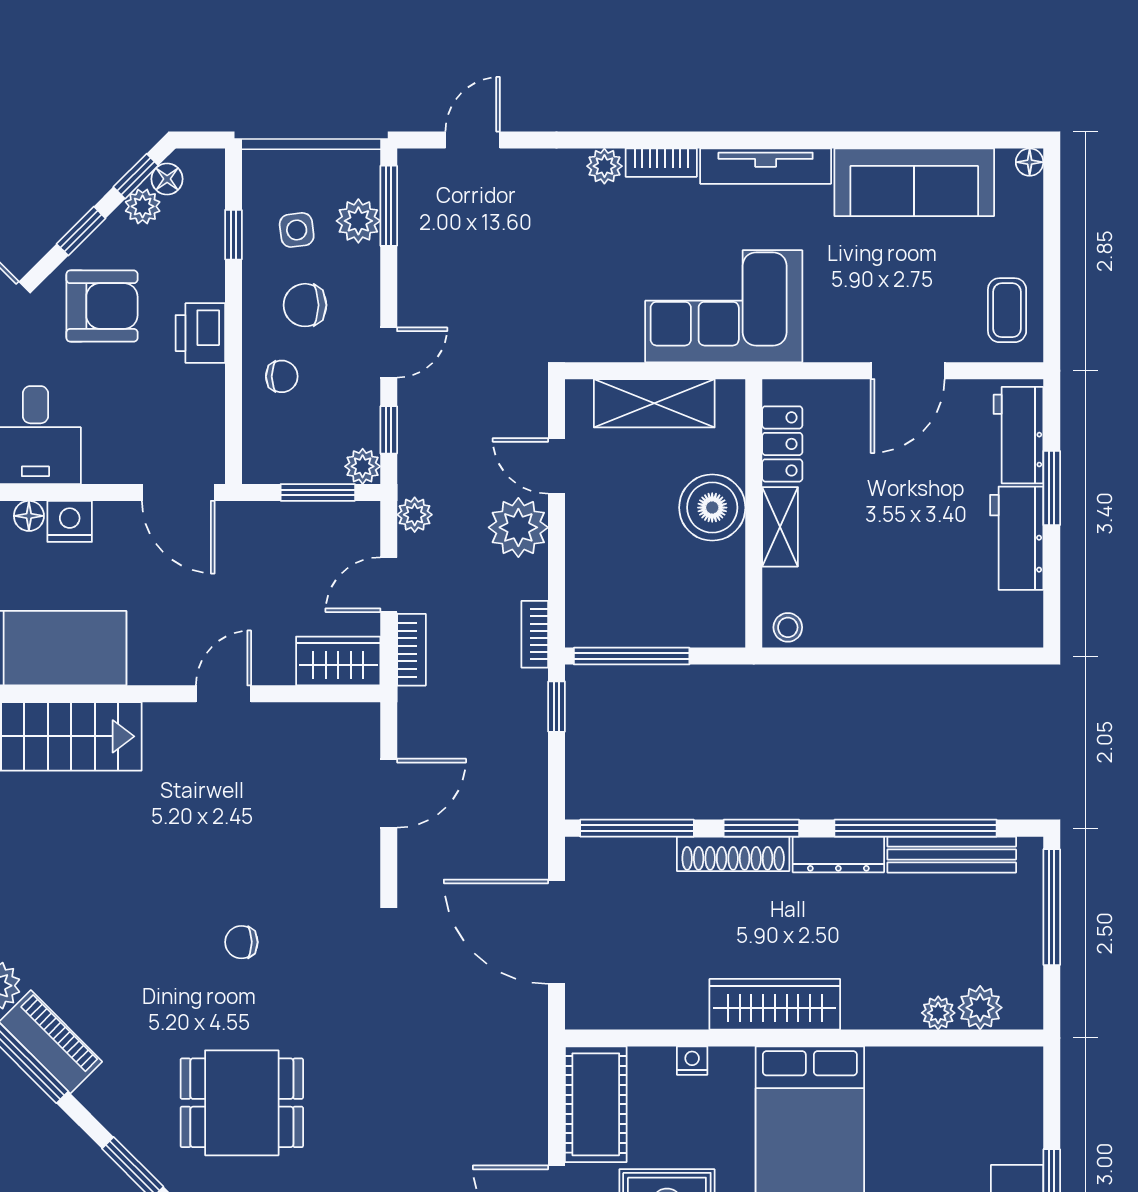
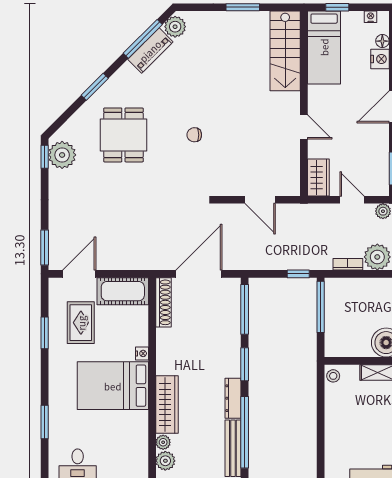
bookcase: (535, 634) -> (348, 264), moved
bookcase: (411, 650) -> (323, 210), removed
shoe rack: (733, 854) -> (163, 302), moved, turned 180
chair: (241, 942) -> (194, 135), turned -90
wardrobe: (775, 1004) -> (167, 405), moved
nightstand: (692, 1061) -> (142, 353), moved

